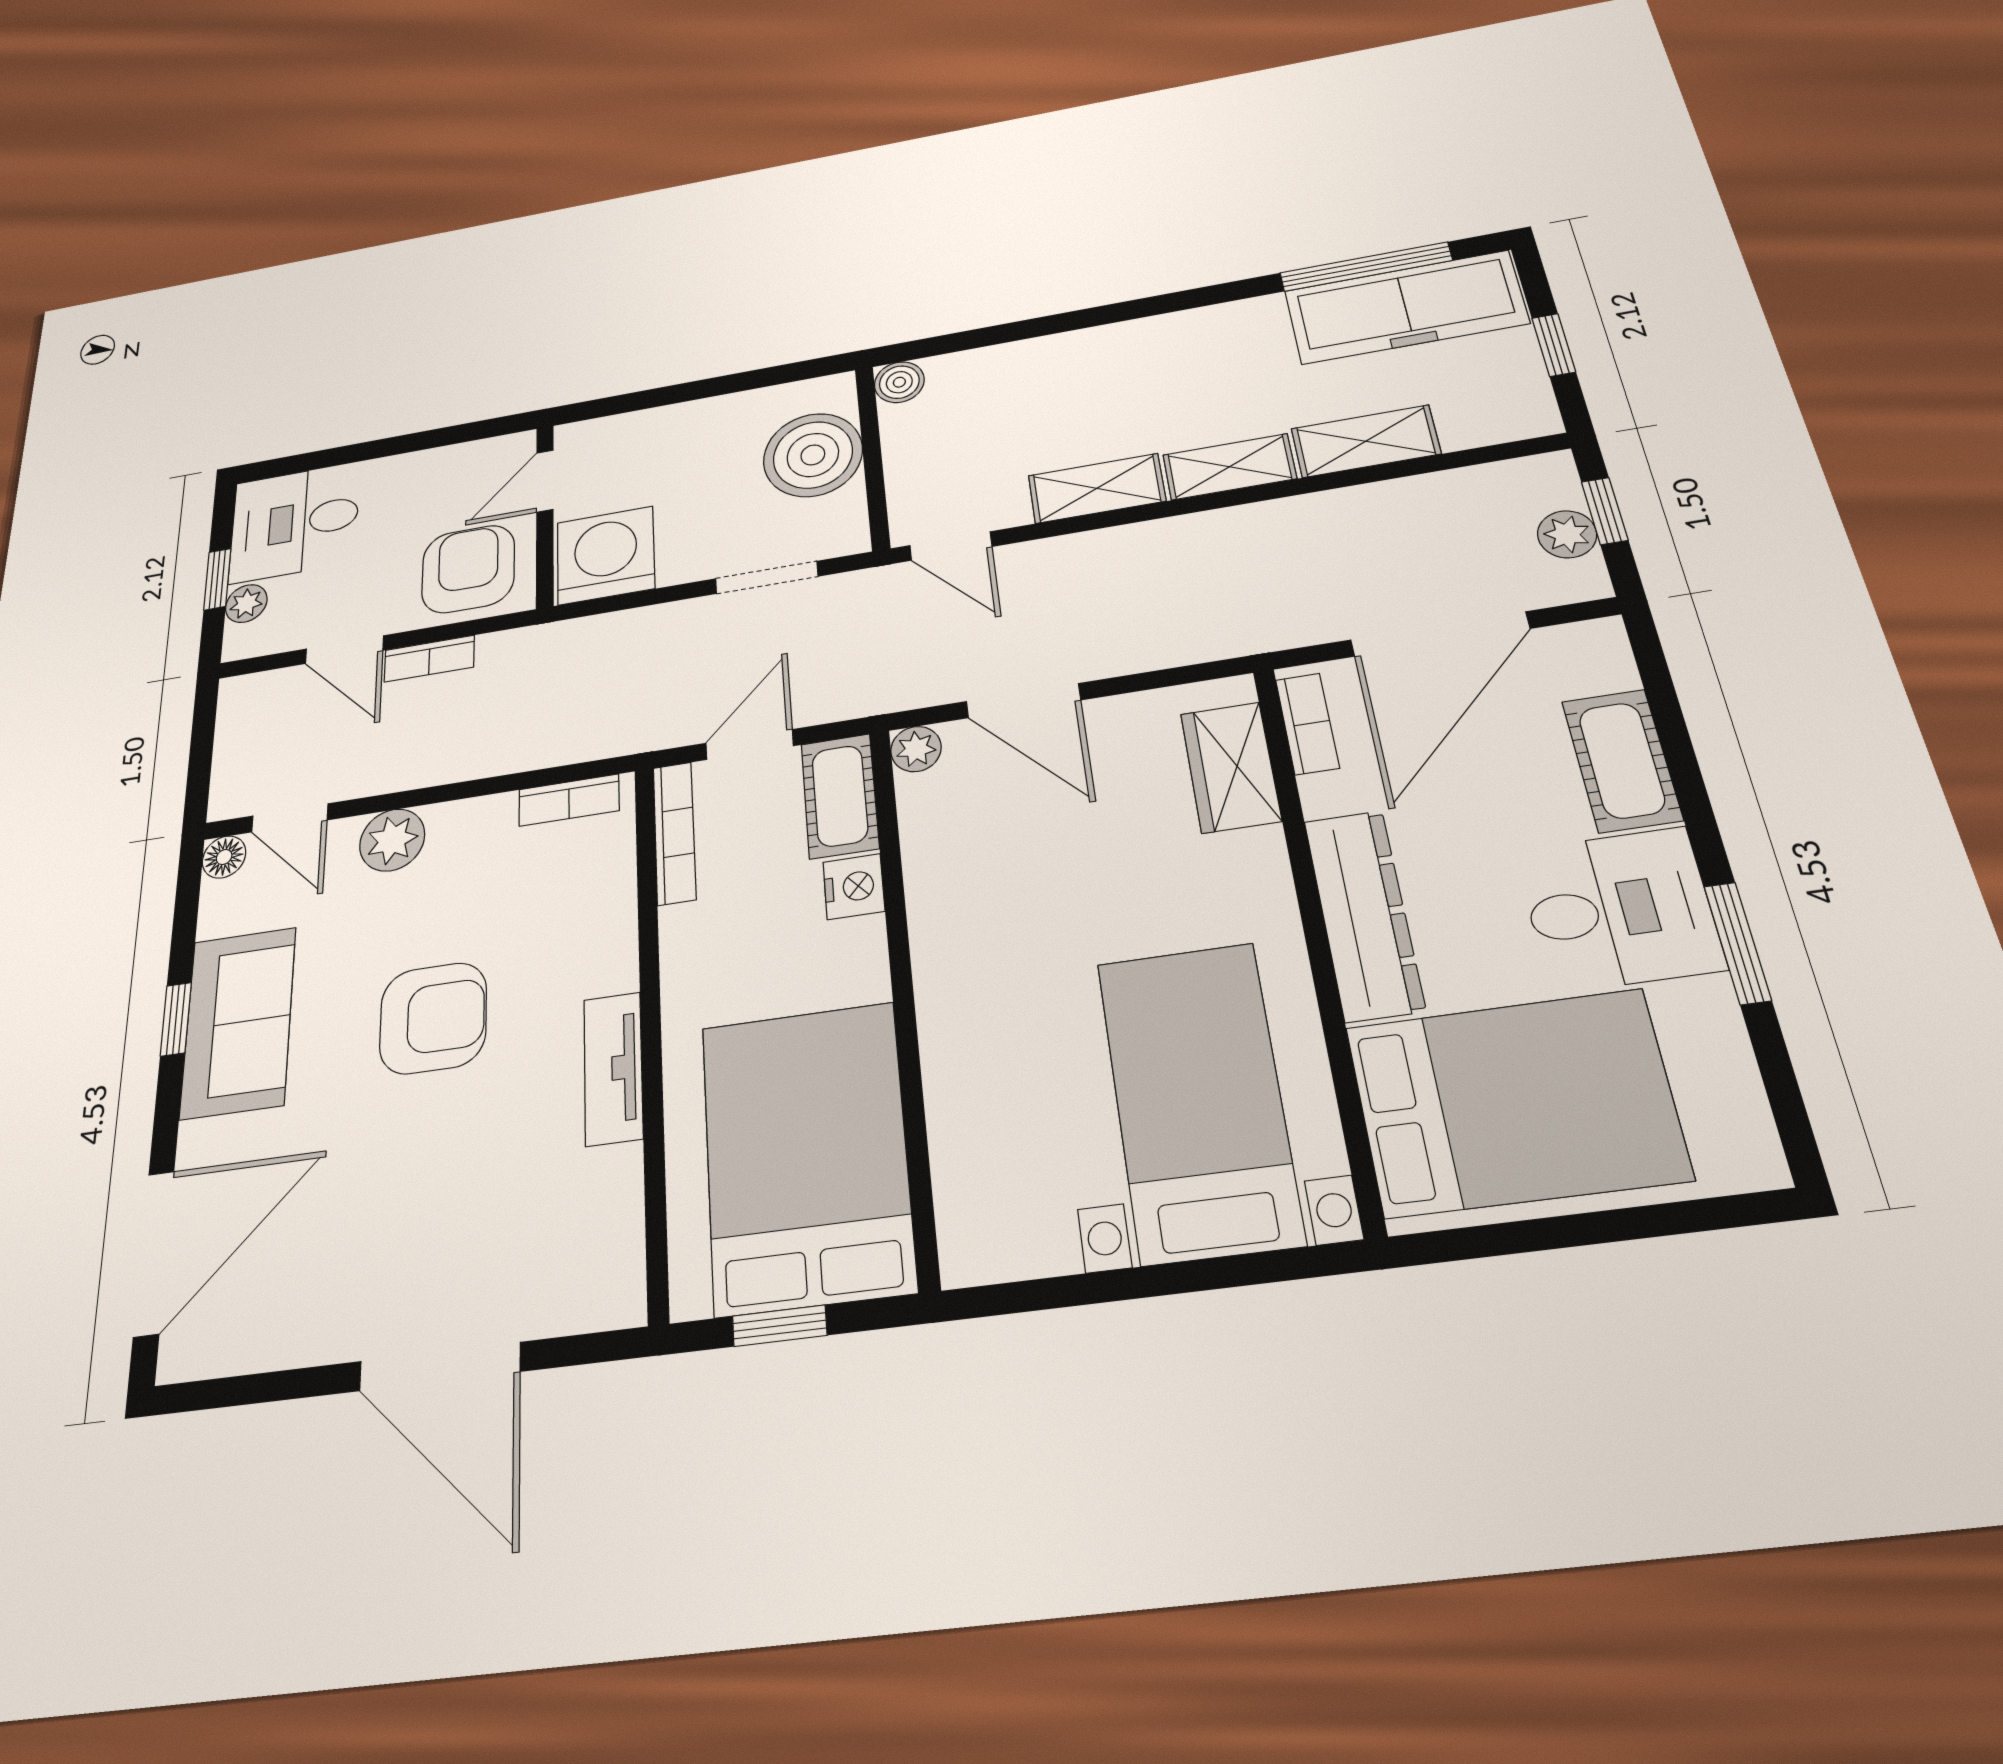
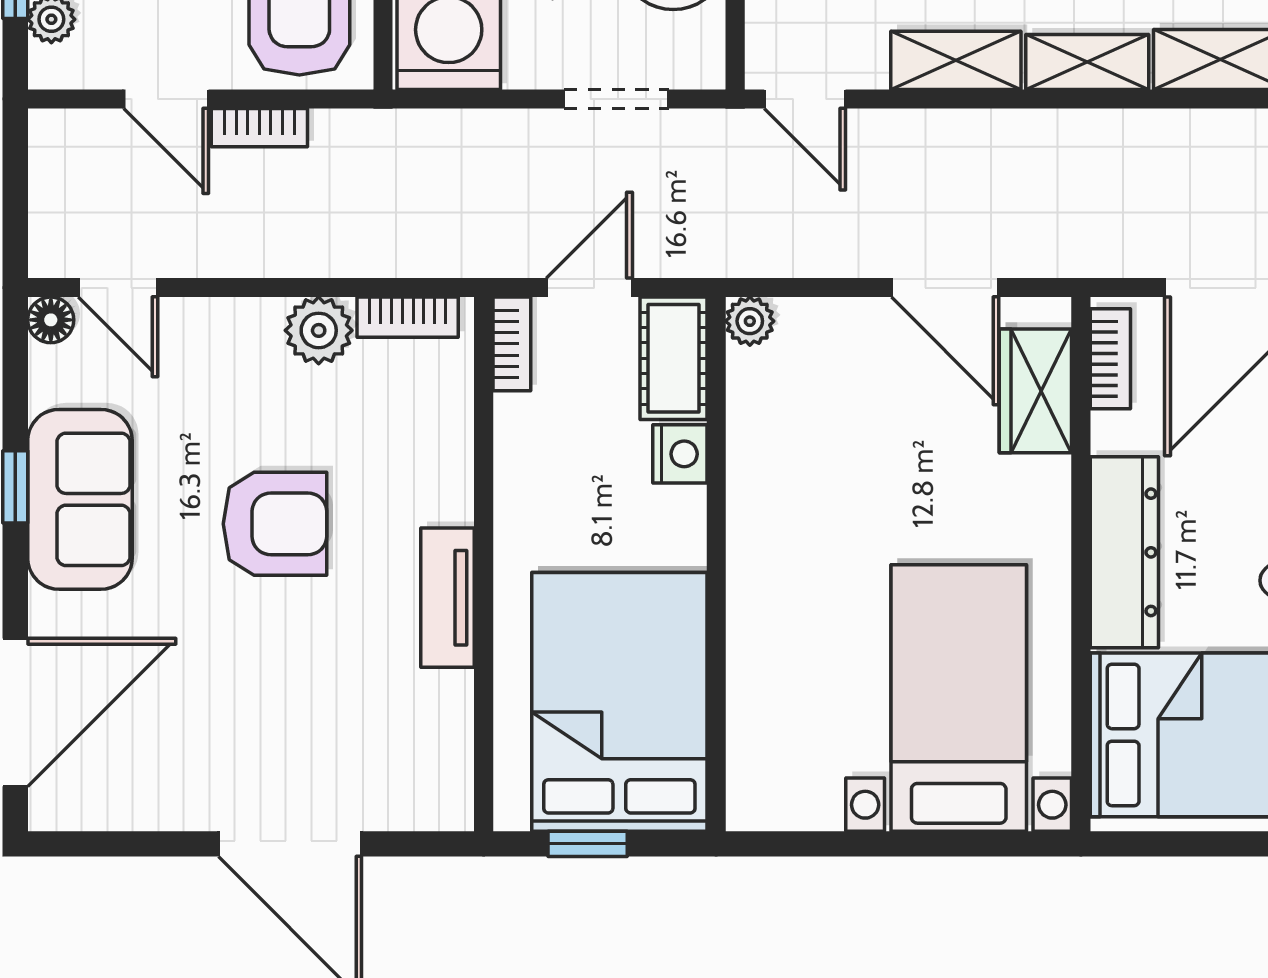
door: (1023, 701) -> (945, 288), moved
bookcase: (674, 833) -> (512, 344), width x0.64
plant: (392, 840) -> (319, 330), moved

